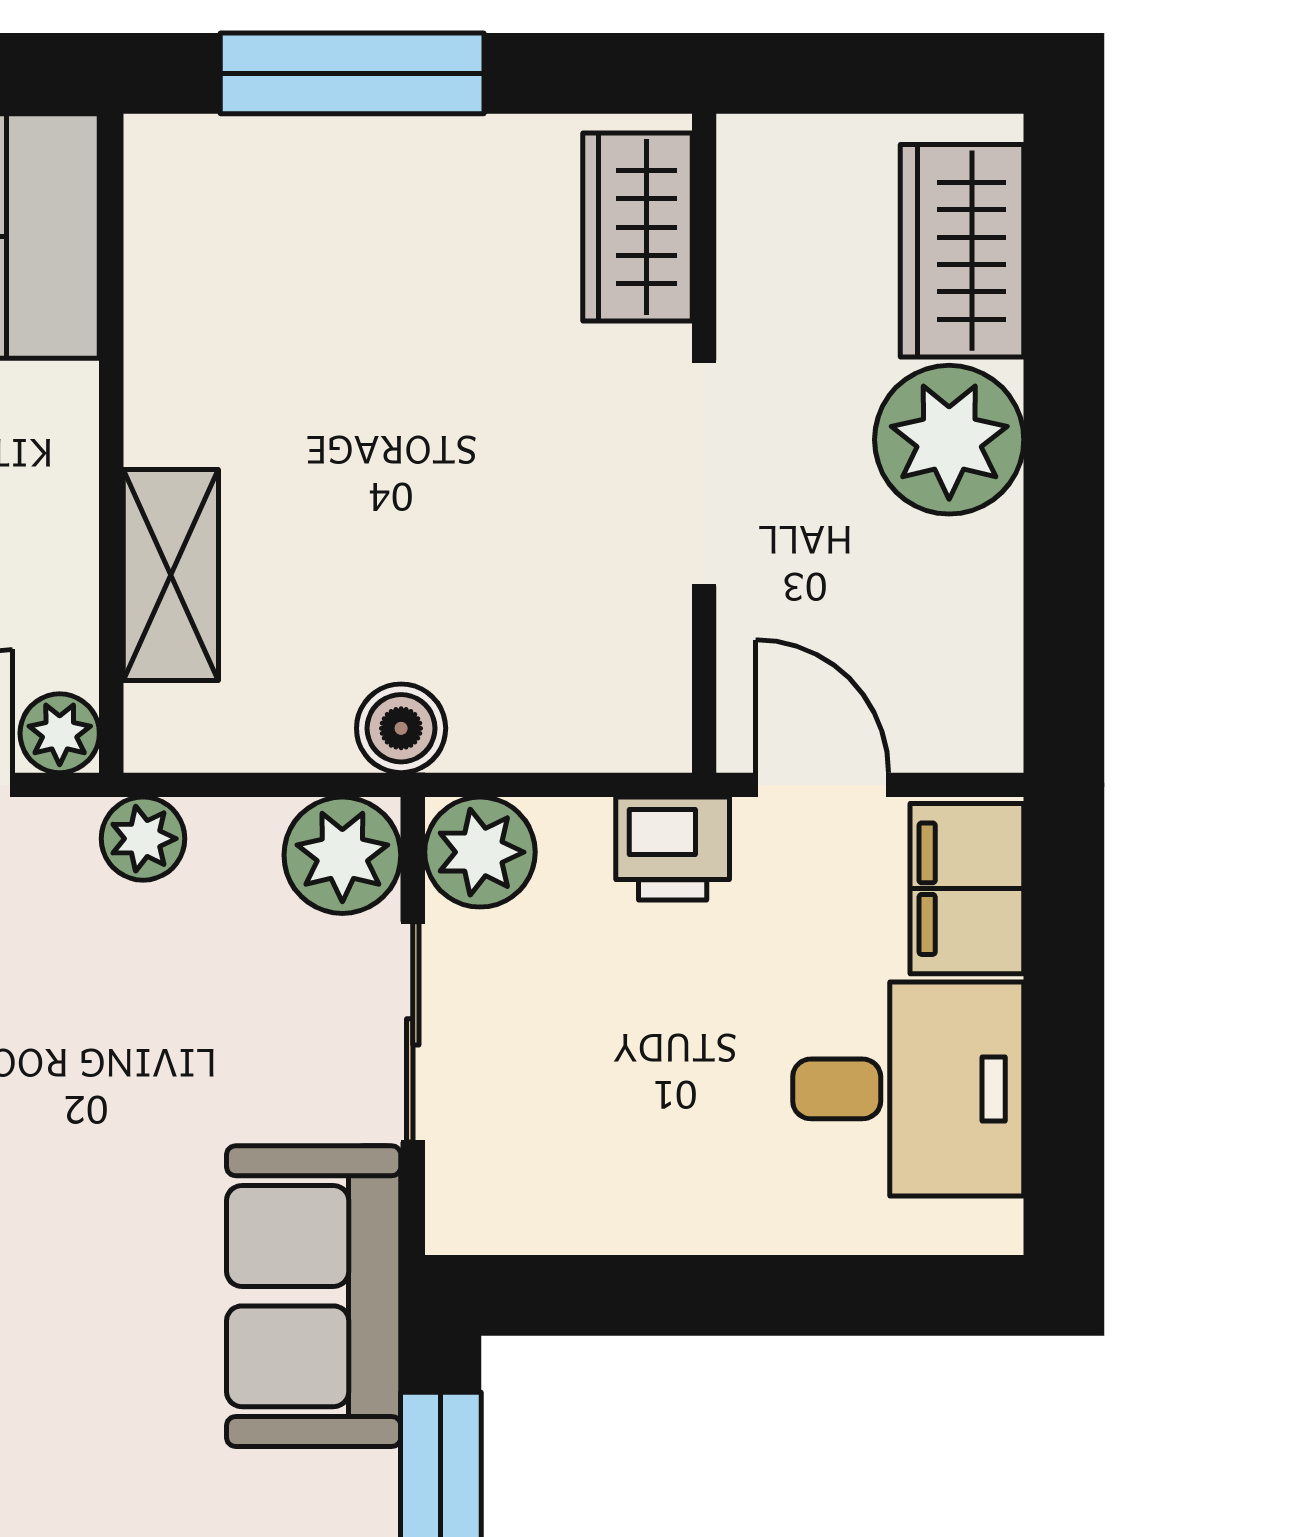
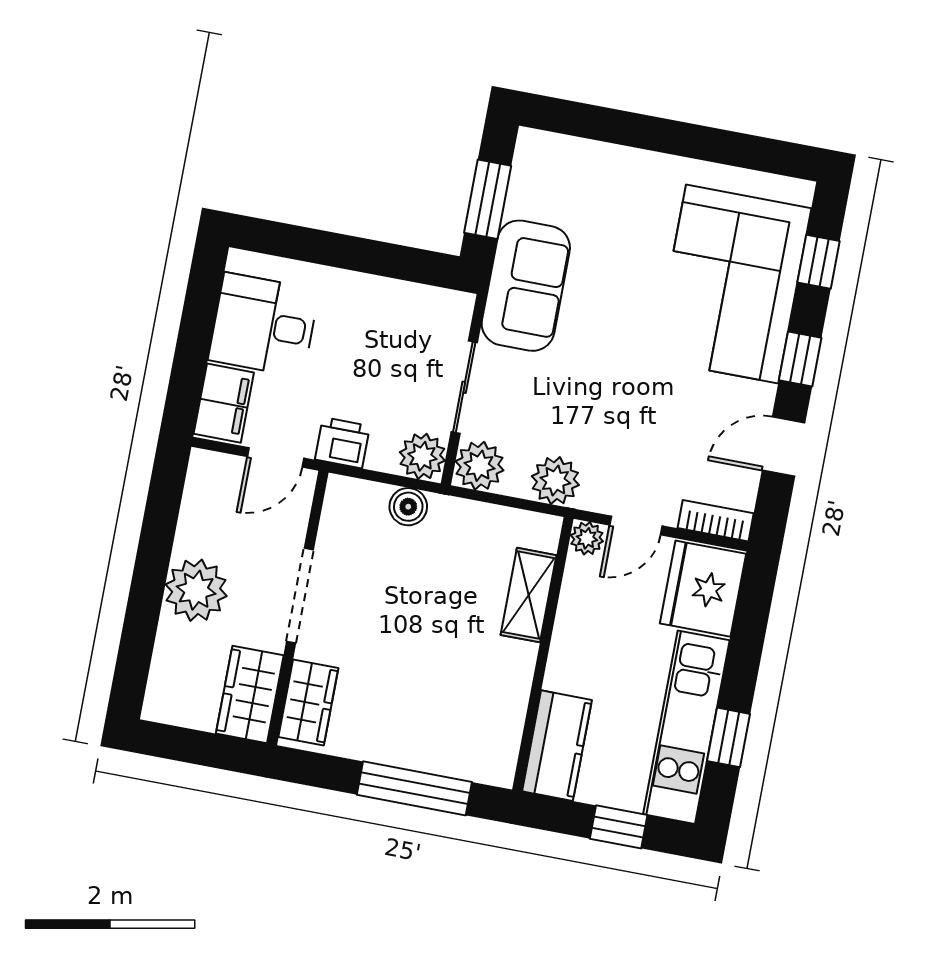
wardrobe: (962, 251) -> (250, 694), moved, turned 180
boiler: (401, 728) -> (408, 507), moved
door: (822, 785) -> (276, 457), hinge flipped
plant: (143, 839) -> (555, 481), width x1.38, depth x1.38

